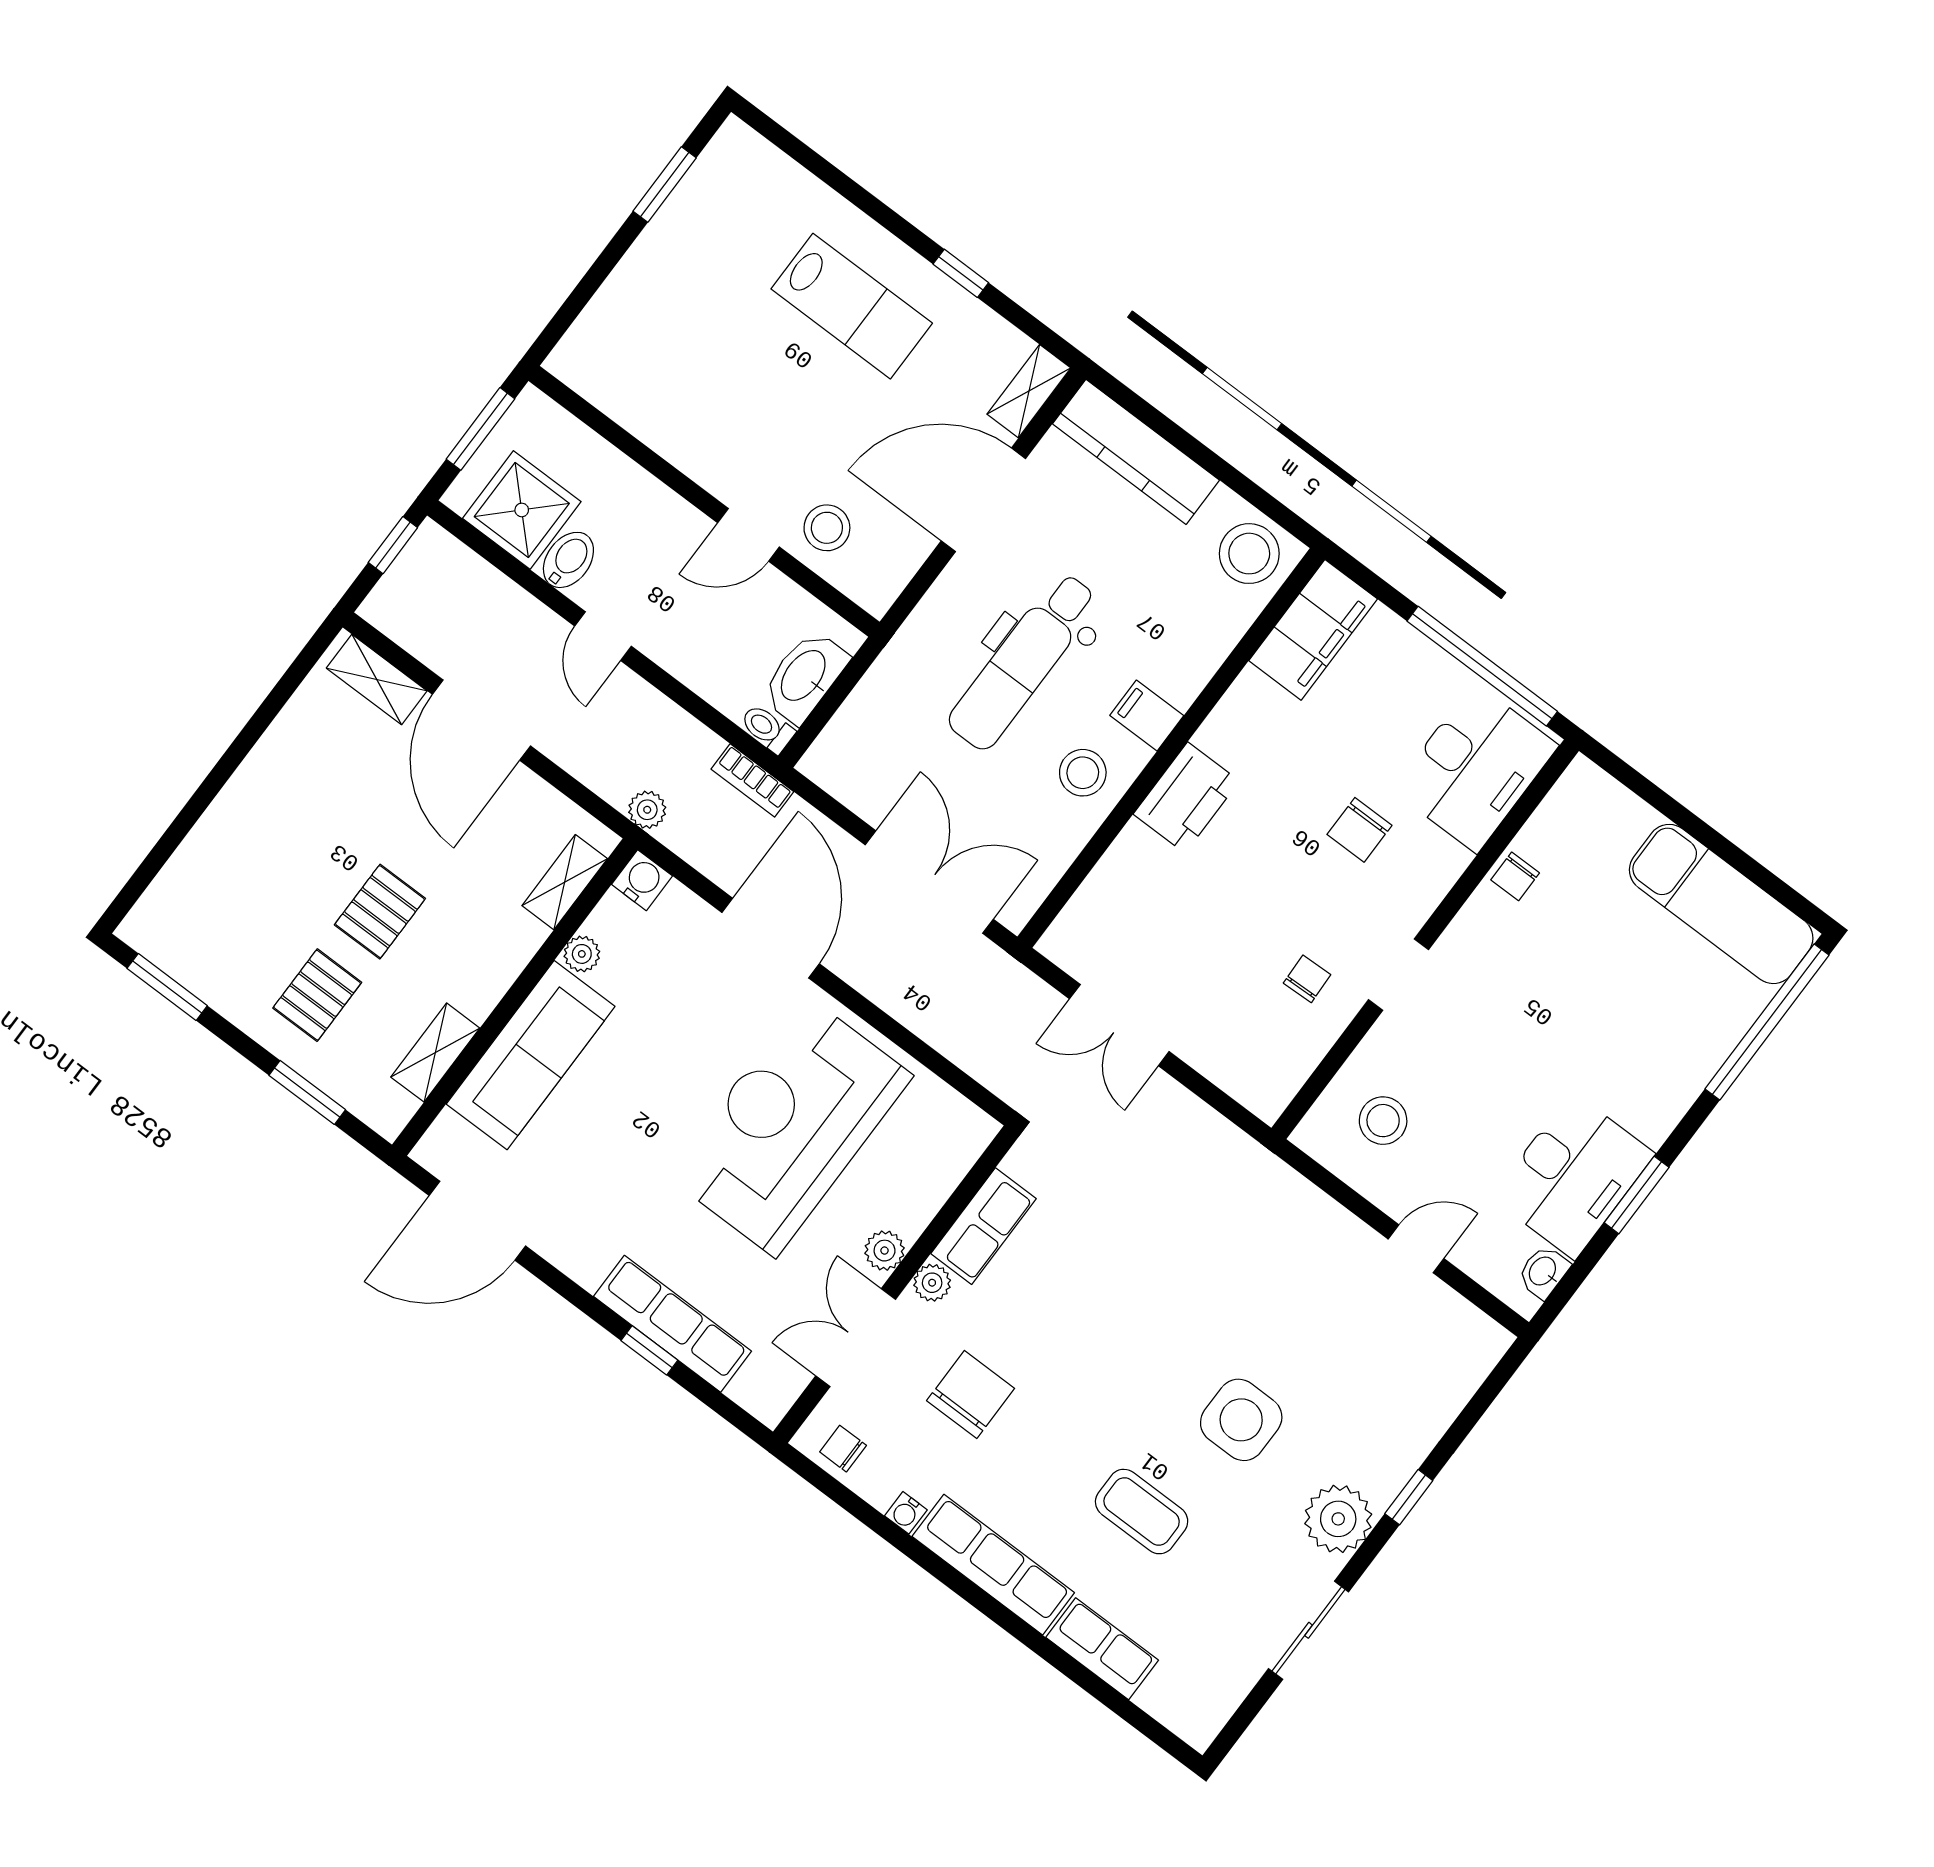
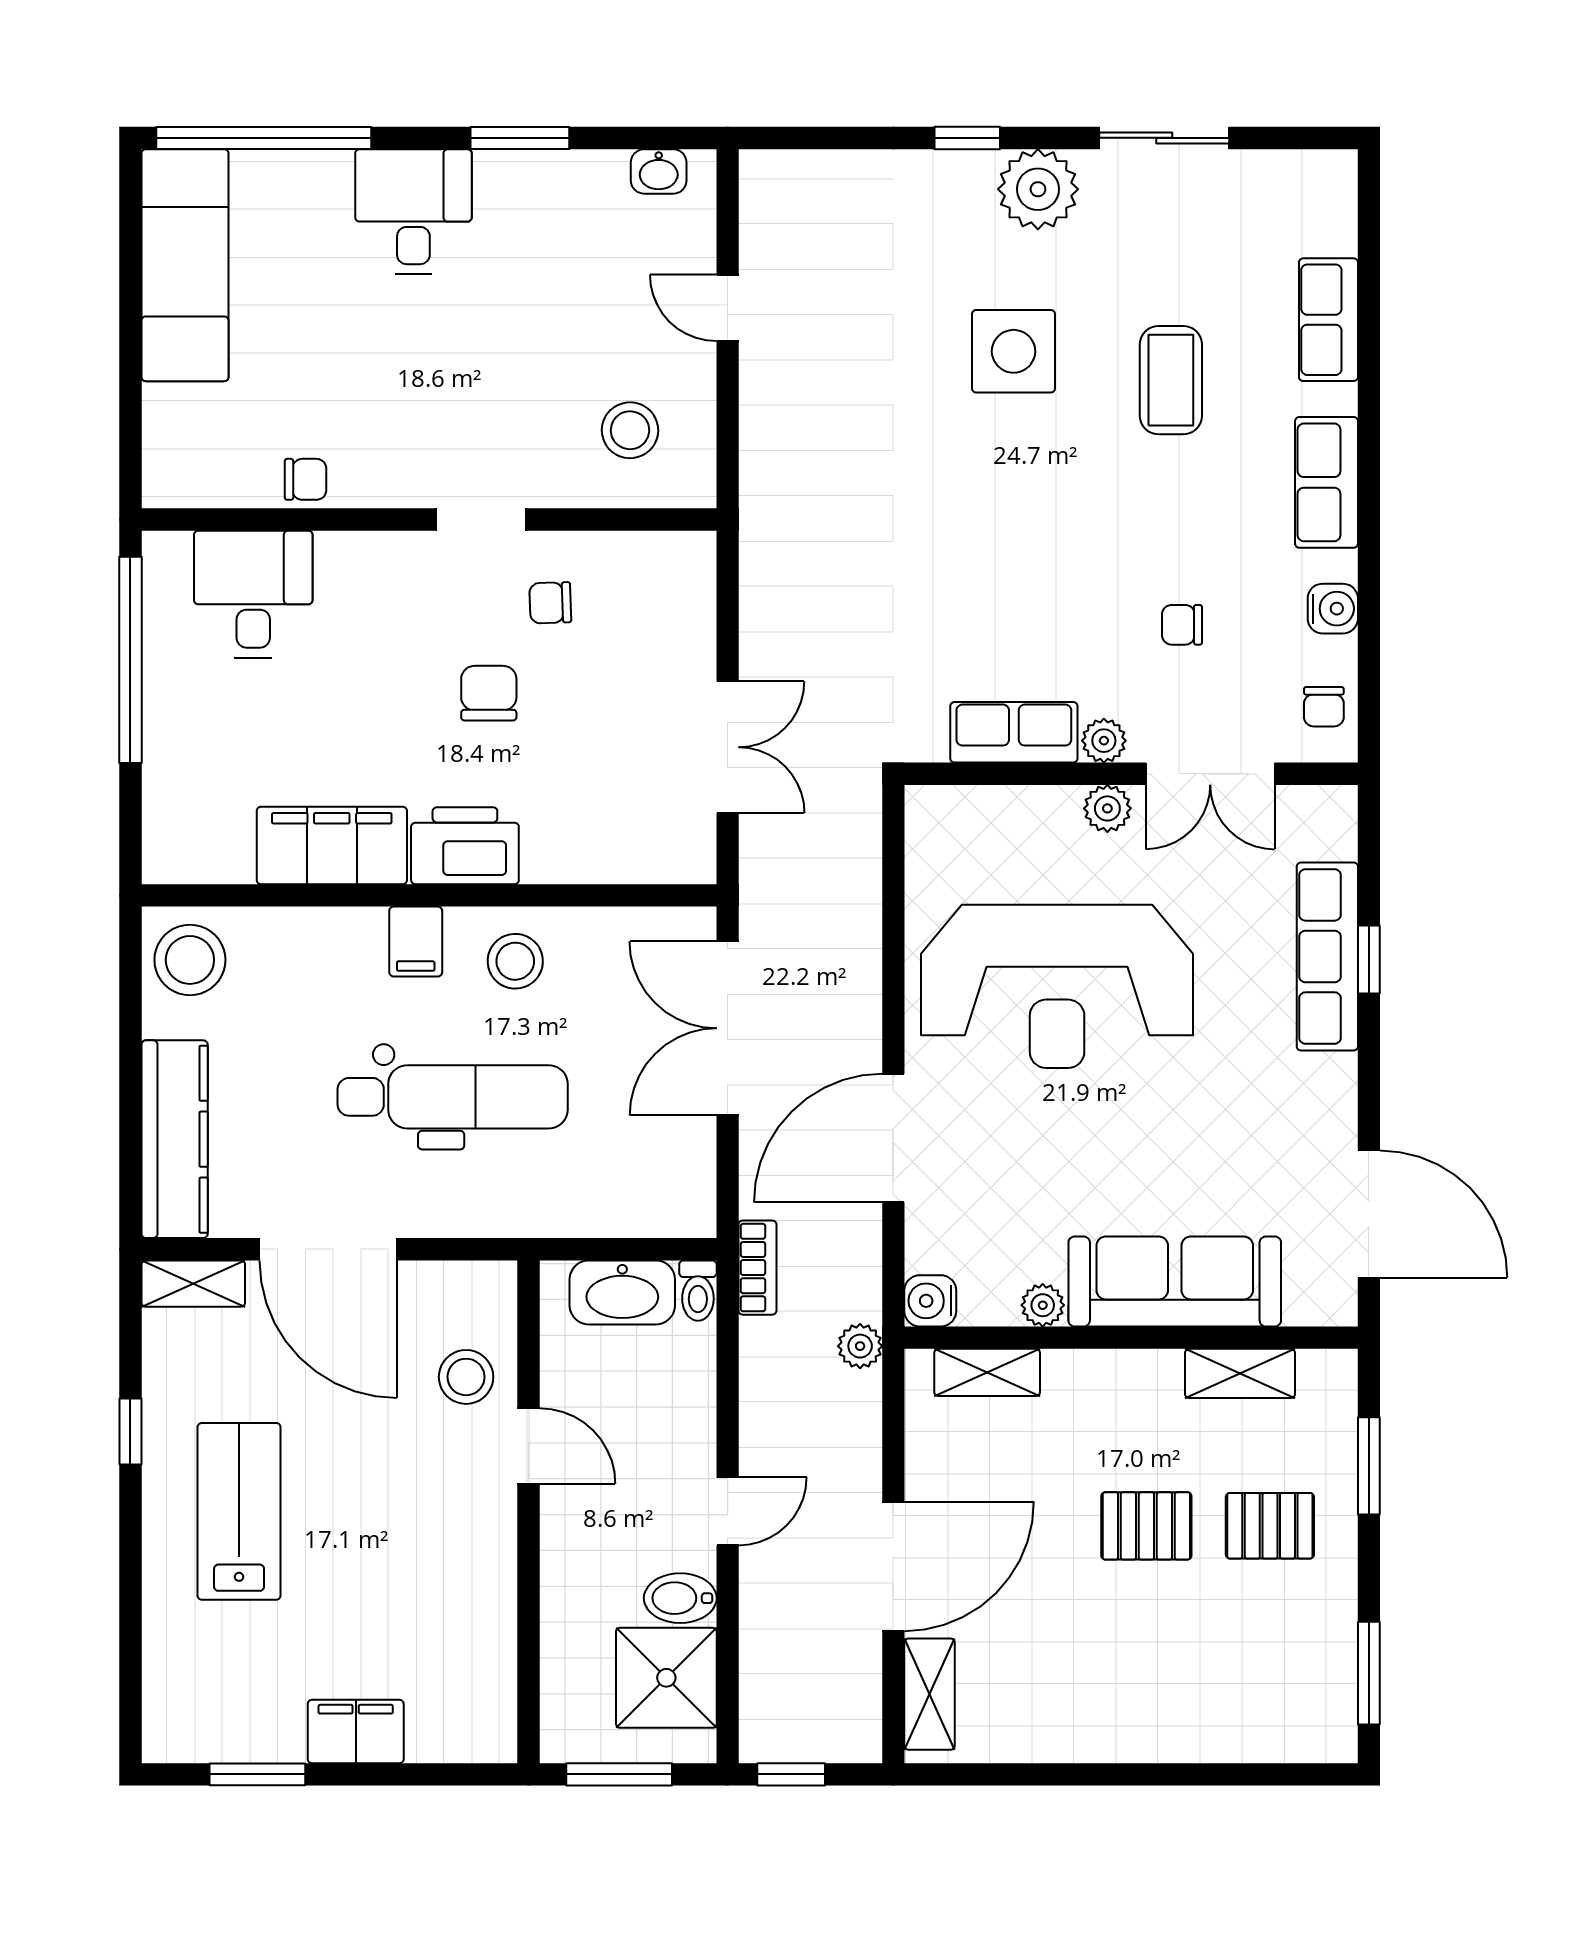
filing cabinet: (644, 273) -> (356, 1731), added
filing cabinet: (1313, 630) -> (332, 845), moved
desk: (1475, 768) -> (253, 594), width x0.73
chair: (1359, 830) -> (489, 693), moved, turned -90
desk: (1573, 1176) -> (413, 212), moved, width x0.73
chair: (971, 1394) -> (1182, 625), width x0.54, depth x0.54
water cooler: (906, 1513) -> (1333, 609), width x1.38, depth x1.38
row of seats: (993, 1565) -> (1326, 482), width x0.68

